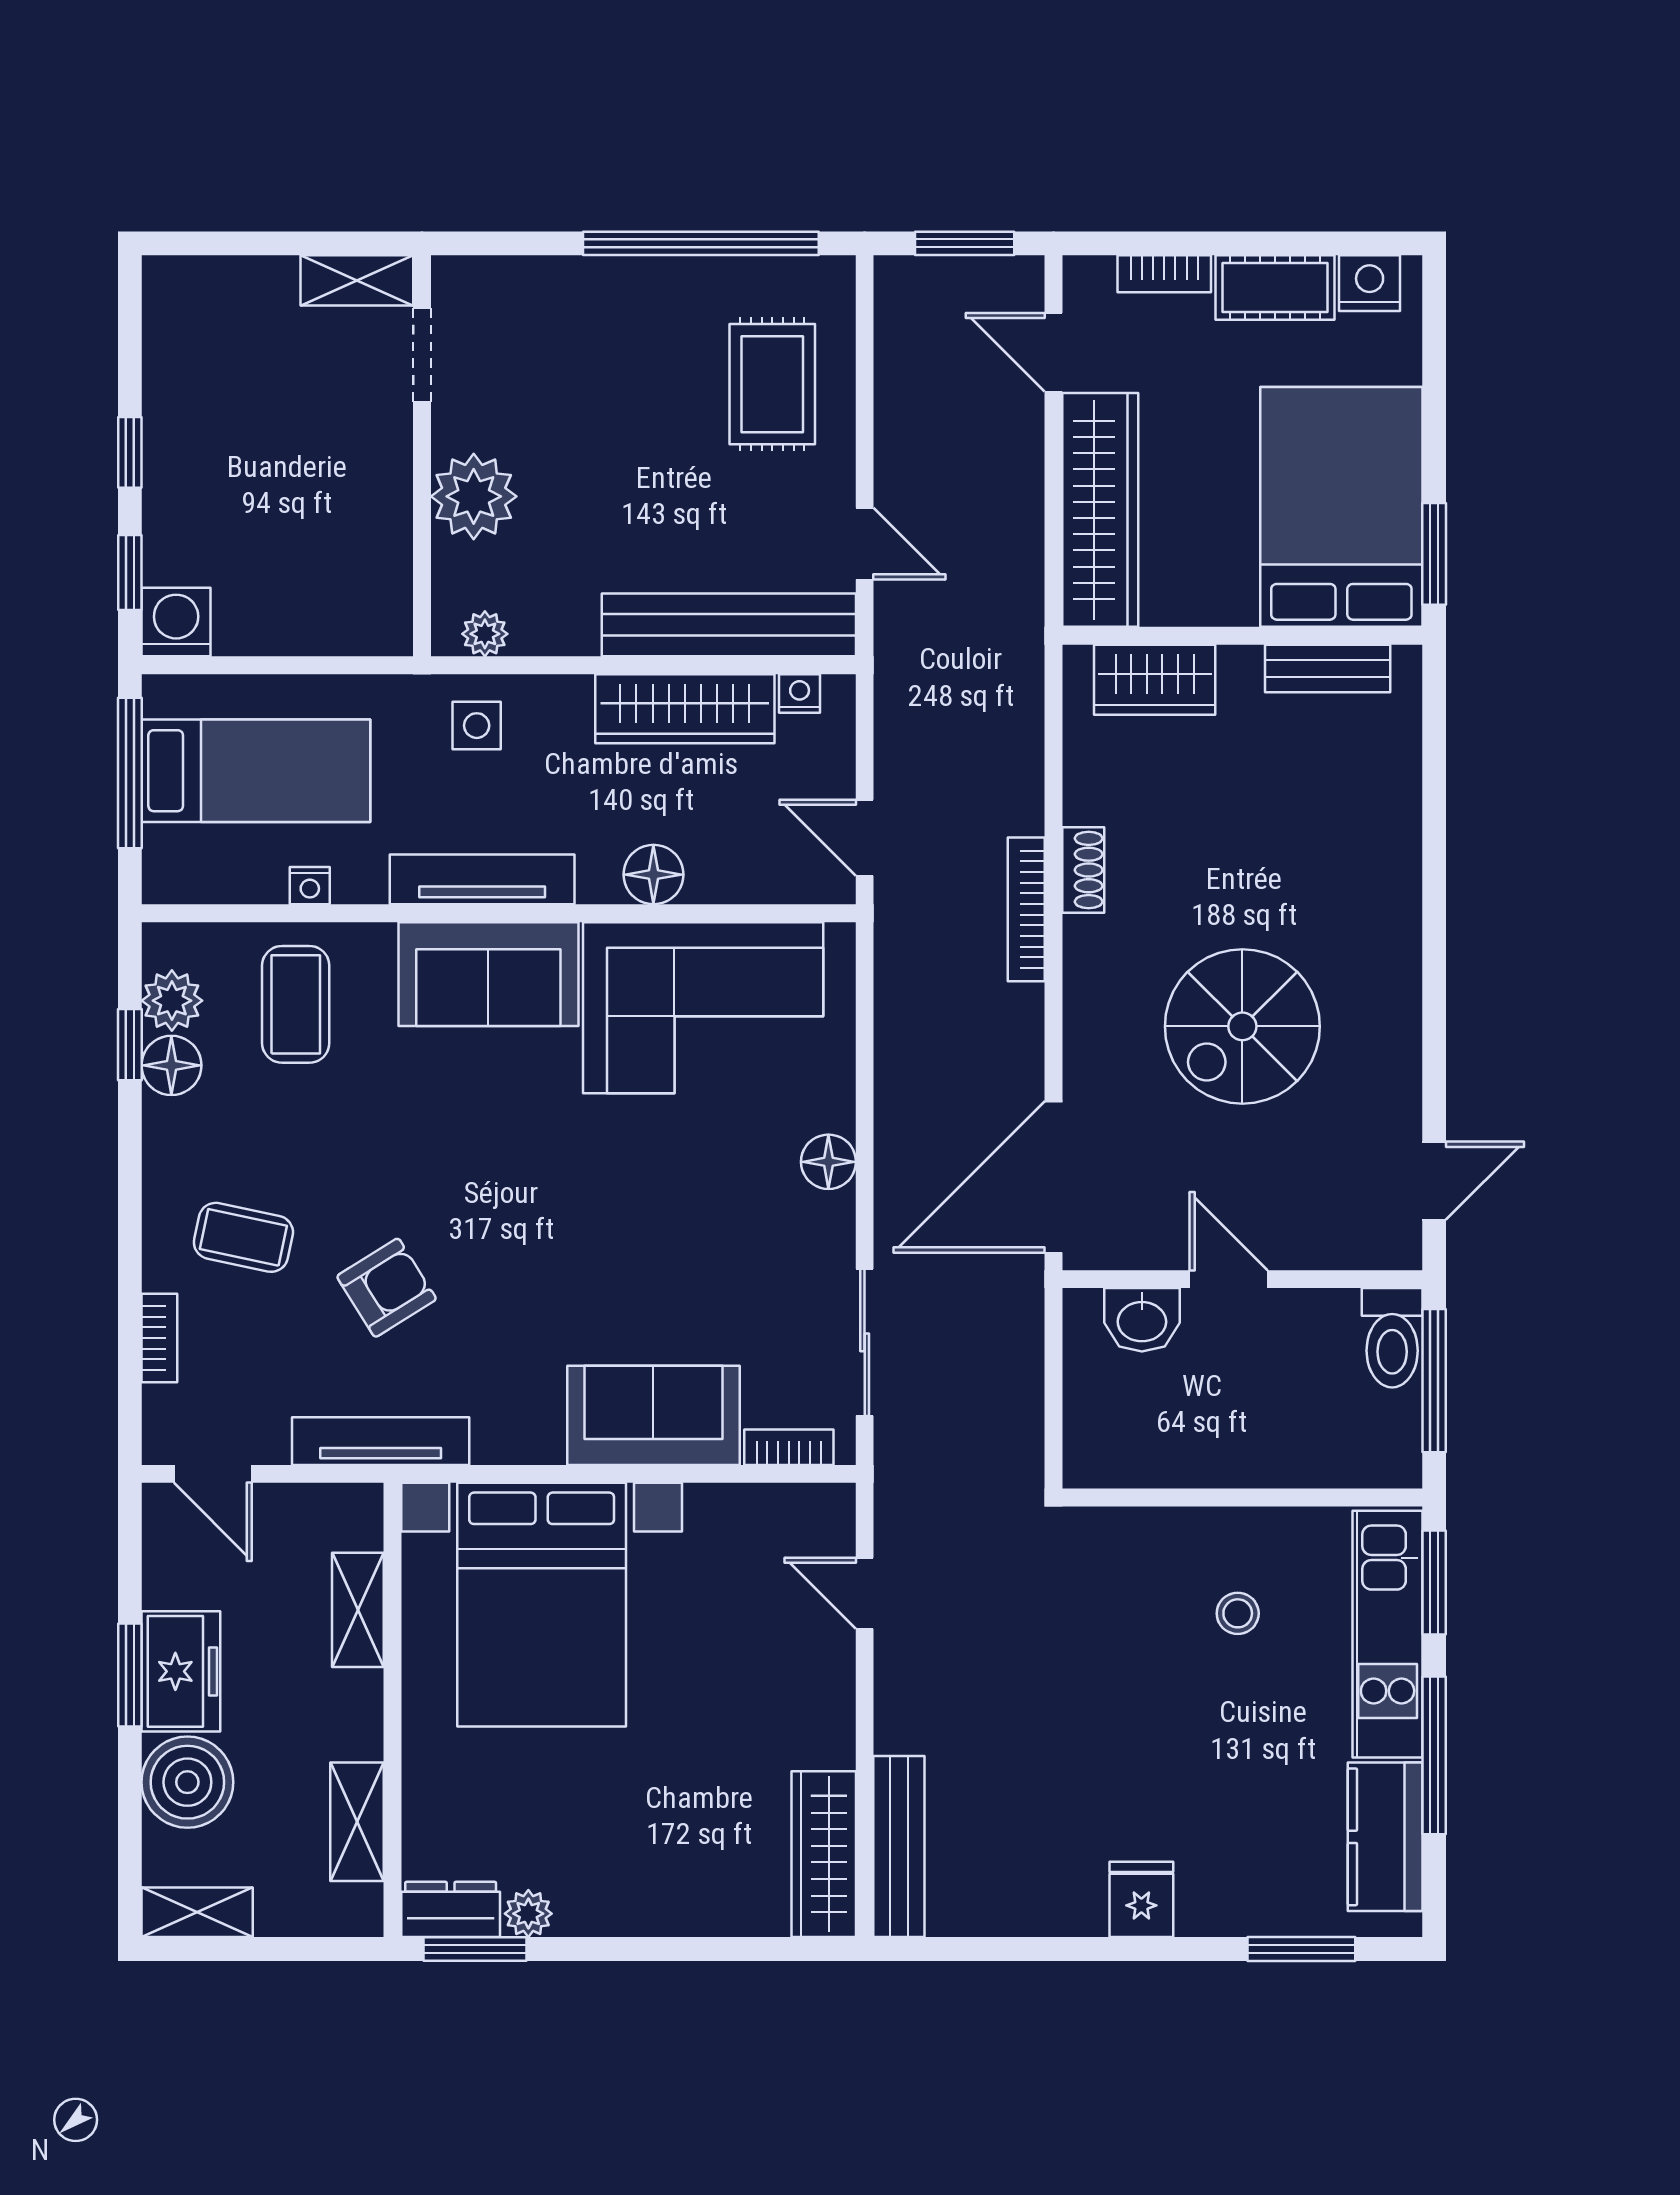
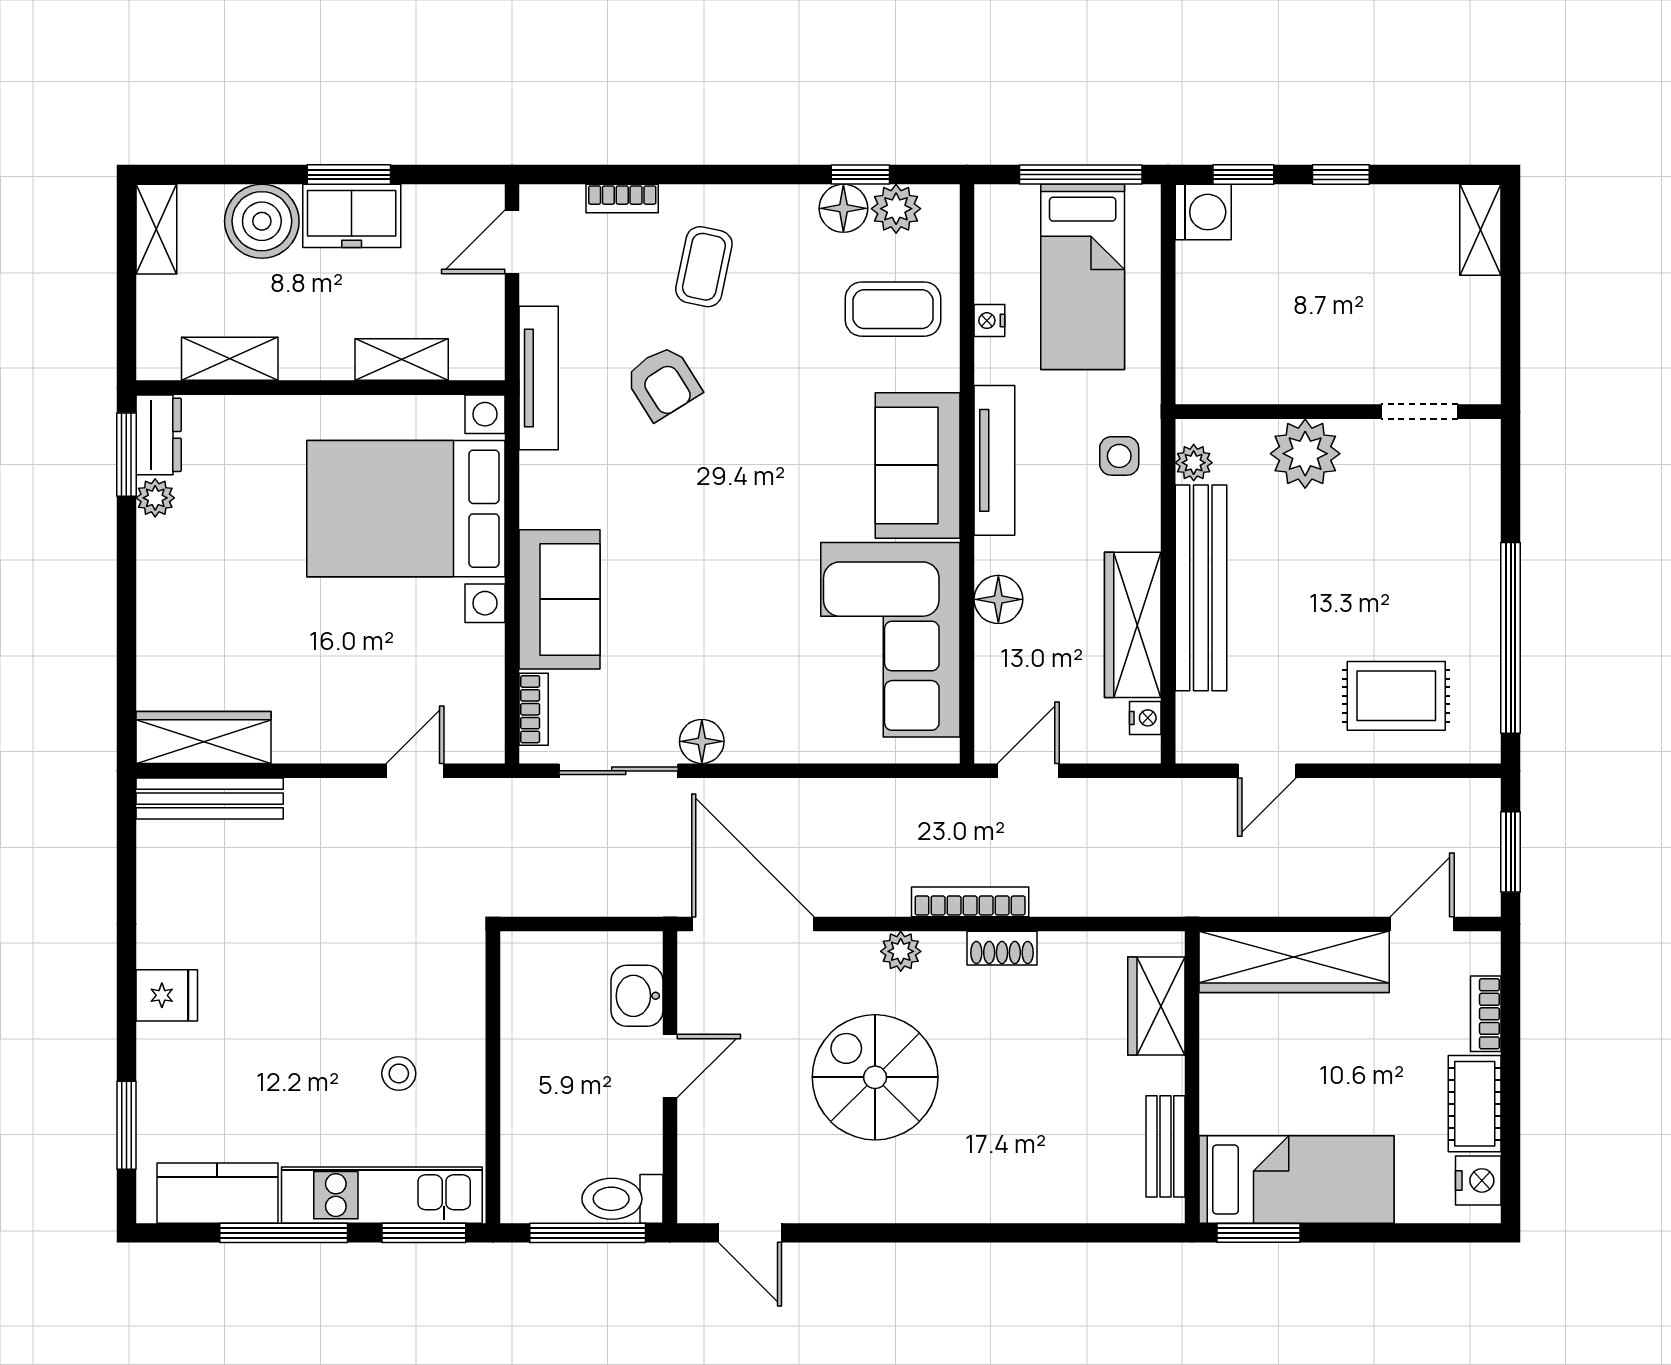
shelving: (357, 280) -> (1480, 230), moved
bed: (1341, 507) -> (1297, 1180), width x0.67
bench: (729, 625) -> (1201, 588), moved
plant: (1087, 995) -> (901, 951), added
floor lamp: (828, 1162) -> (702, 741), moved

